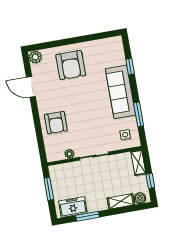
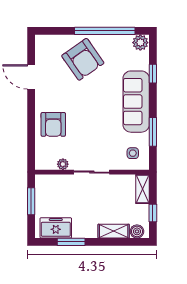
window: (85, 39) -> (105, 31), added
plant: (35, 57) -> (140, 43), moved
armchair: (71, 65) -> (83, 59), turned -35

